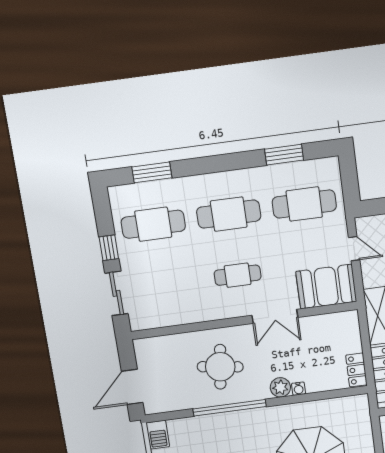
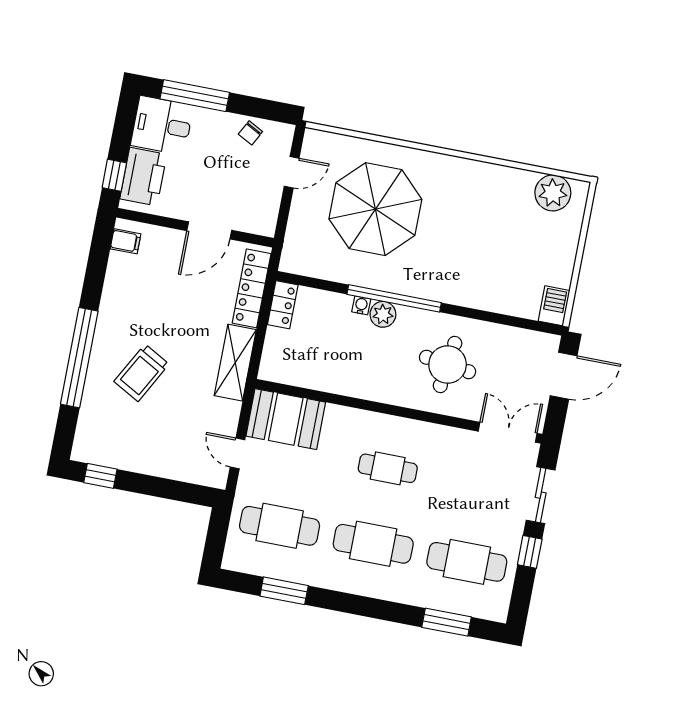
double door: (275, 316) -> (508, 432), moved
window: (230, 408) -> (394, 298), moved

